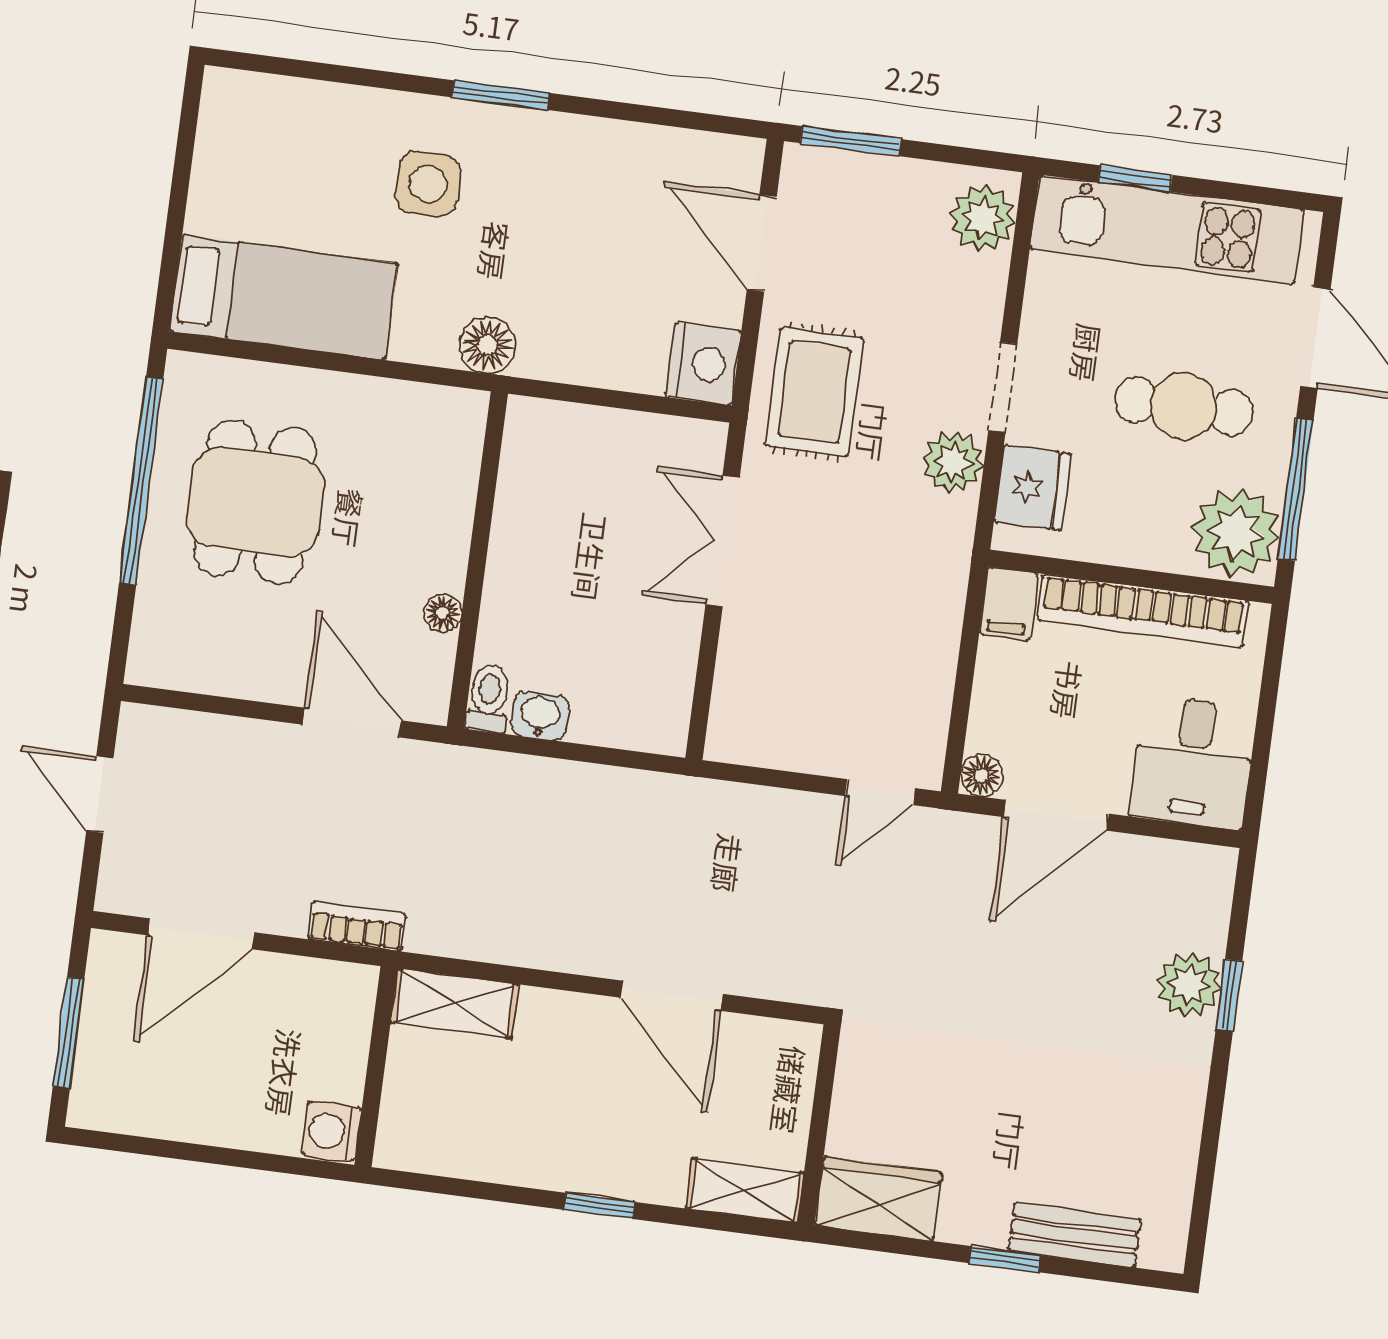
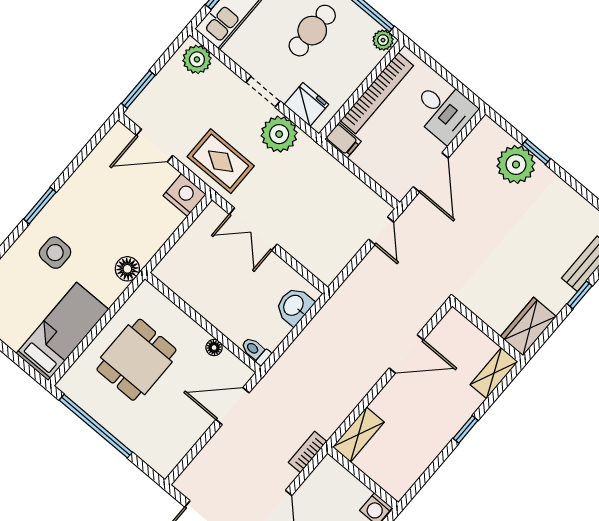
plant: (953, 462) -> (279, 134), width x1.36, depth x1.36
dining table: (255, 502) -> (136, 360), moved, turned 90
plant: (1236, 533) -> (383, 40), width x0.53, depth x0.53
washbasin: (540, 716) -> (294, 306), moved, width x1.38, depth x1.45
floor lamp: (982, 776) -> (399, 190), removed
plant: (1189, 985) -> (516, 164), width x1.36, depth x1.36

